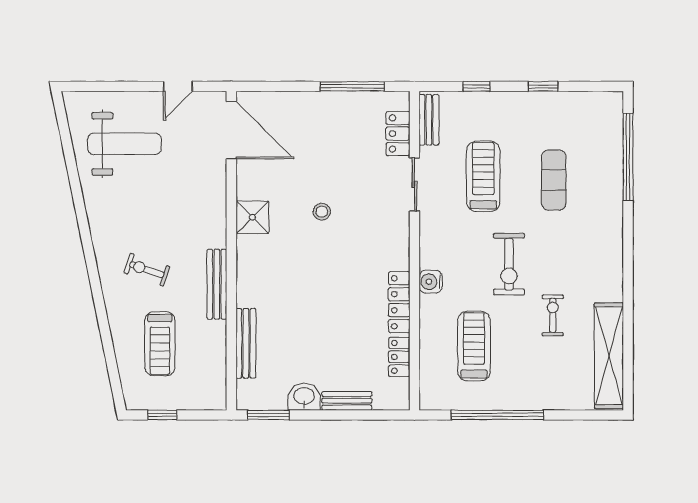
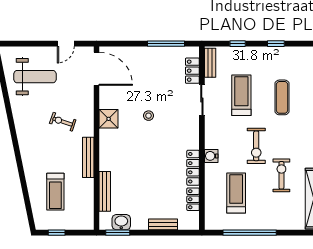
exercise bike: (147, 270) -> (63, 122), moved
exercise bike: (553, 315) -> (281, 175), width x1.38, depth x1.39
washbasin: (304, 397) -> (121, 222), moved

